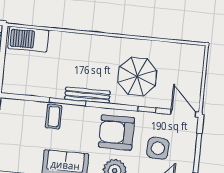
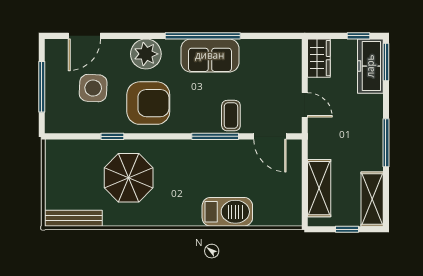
barbecue: (28, 39) -> (227, 212), moved
bench: (87, 95) -> (73, 218), moved
door: (183, 113) -> (270, 136), moved

